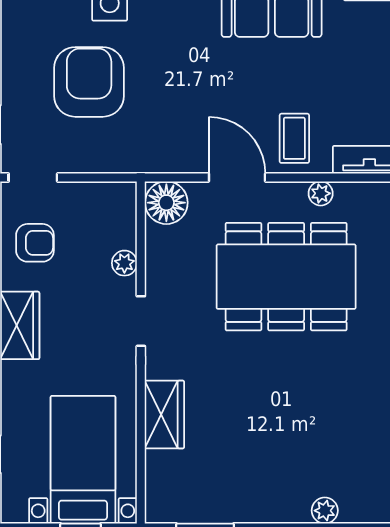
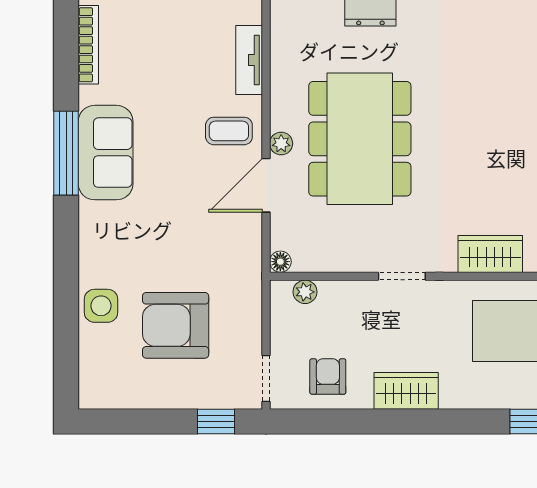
plant: (321, 193) -> (281, 144), moved
floor lamp: (166, 203) -> (280, 262), width x0.53, depth x0.53
plant: (124, 263) -> (305, 292), moved

